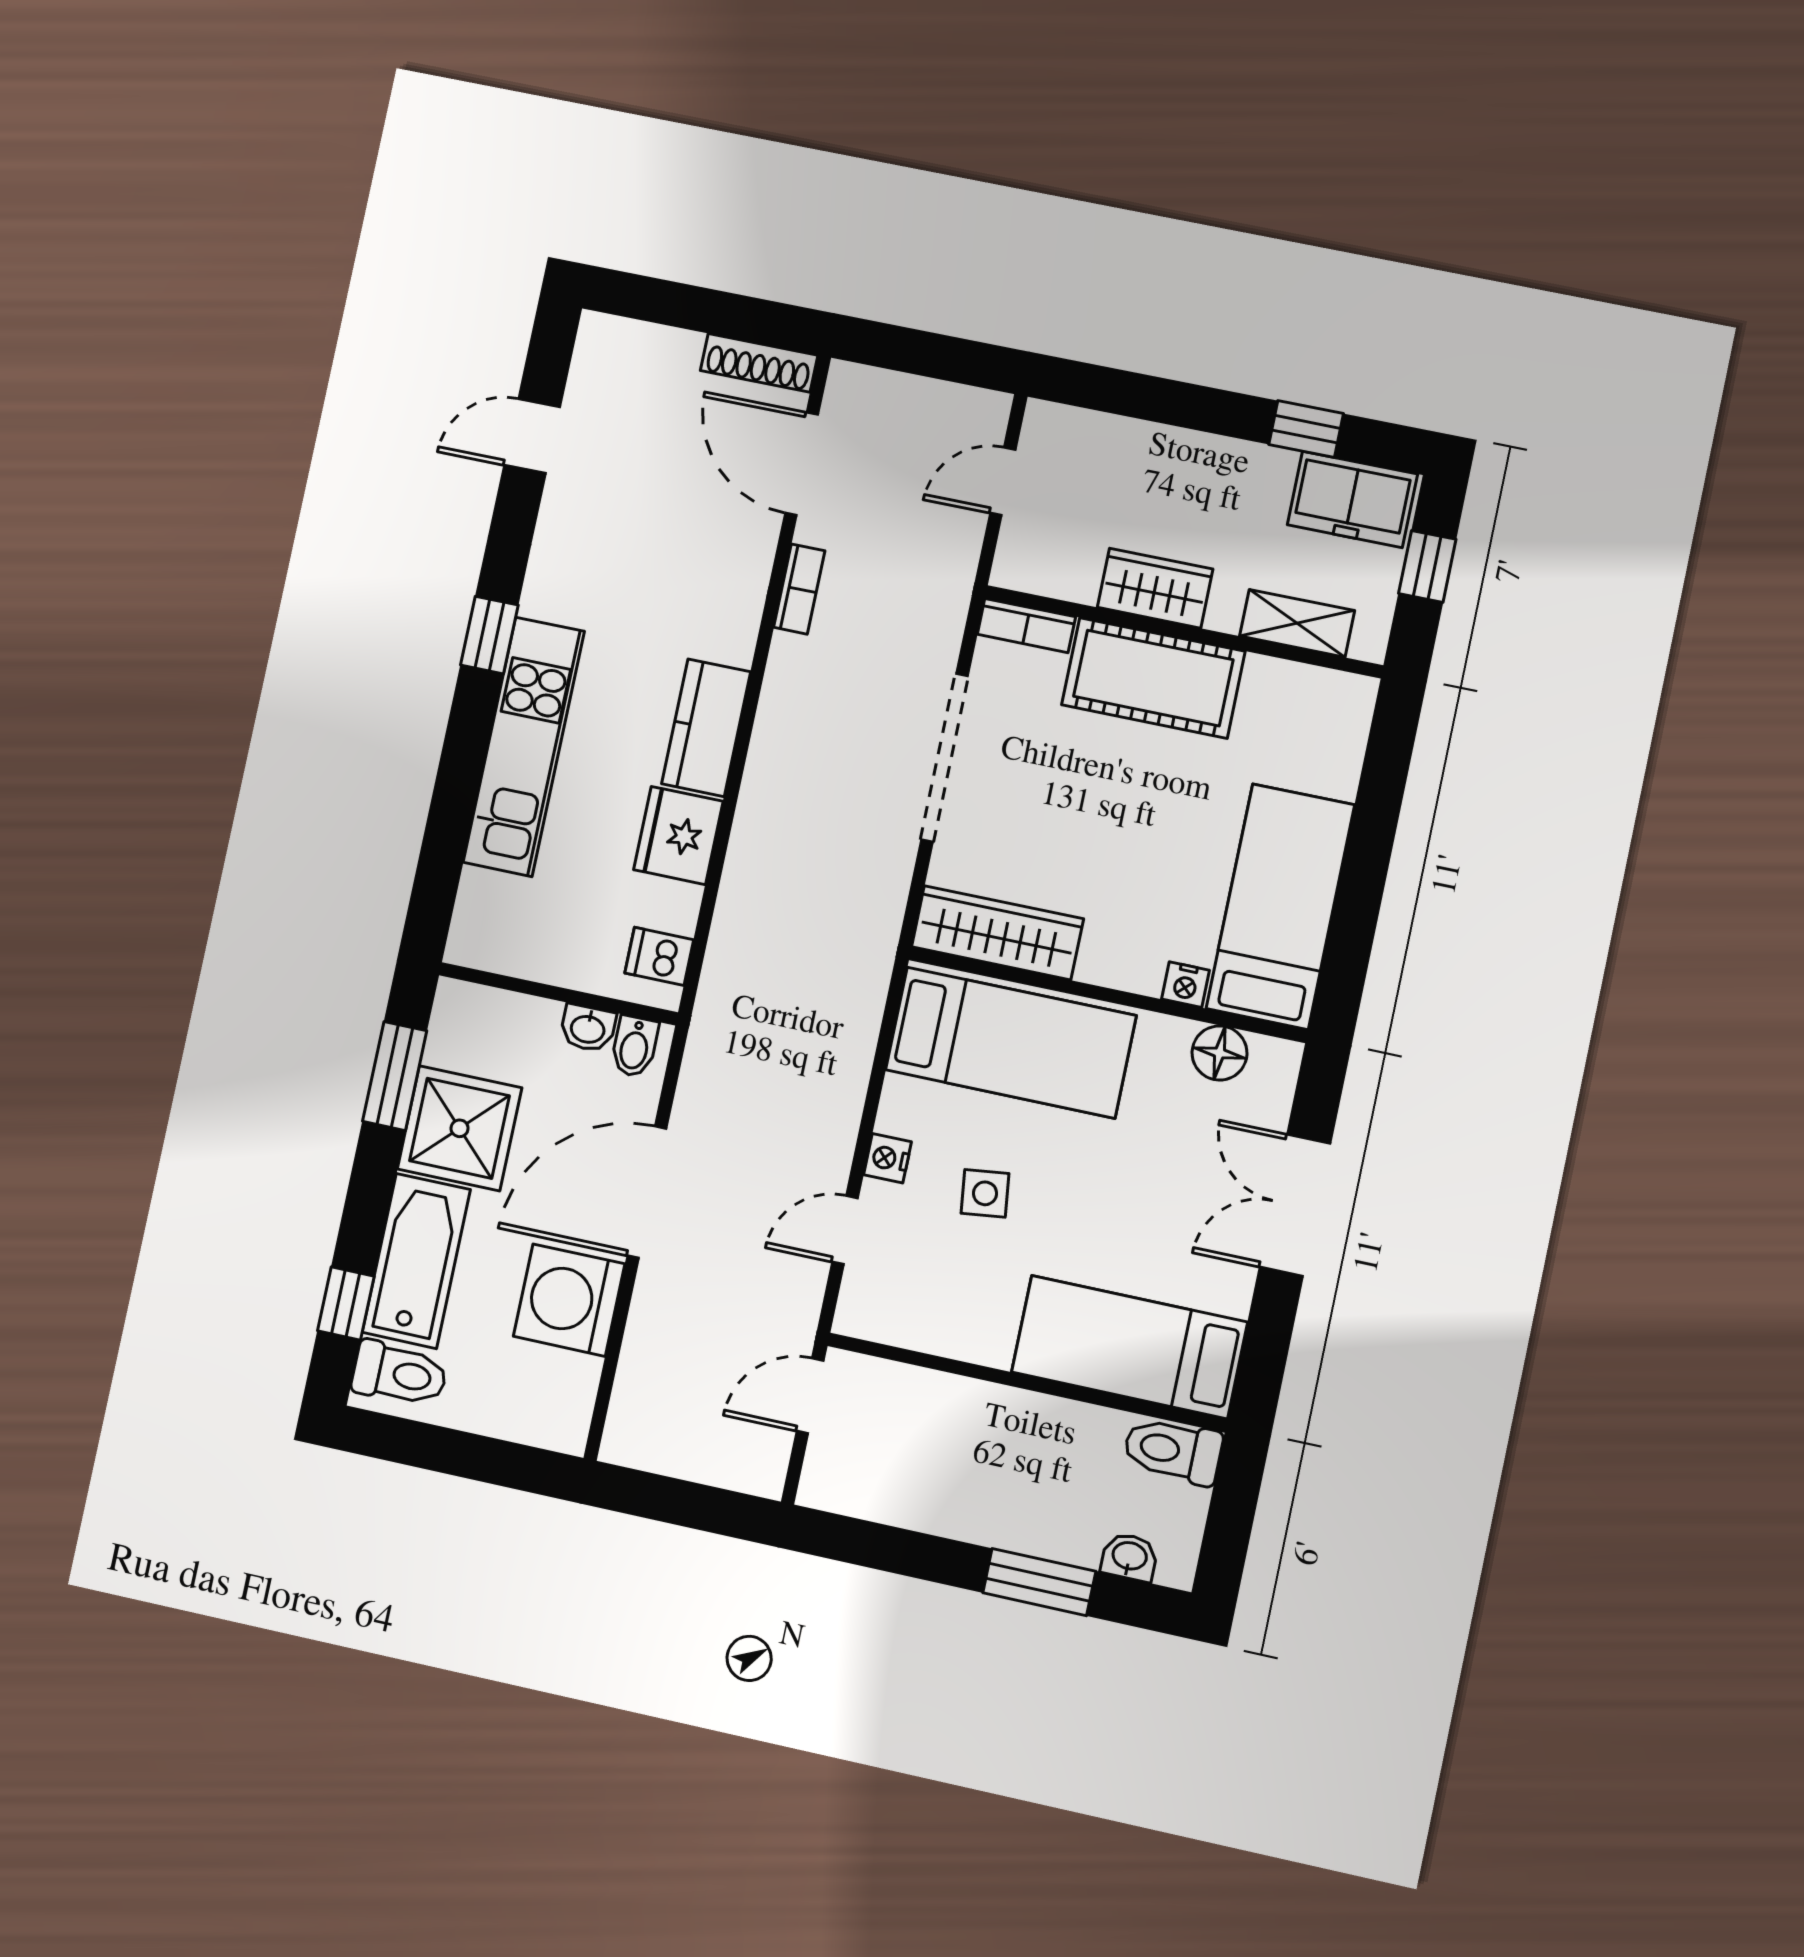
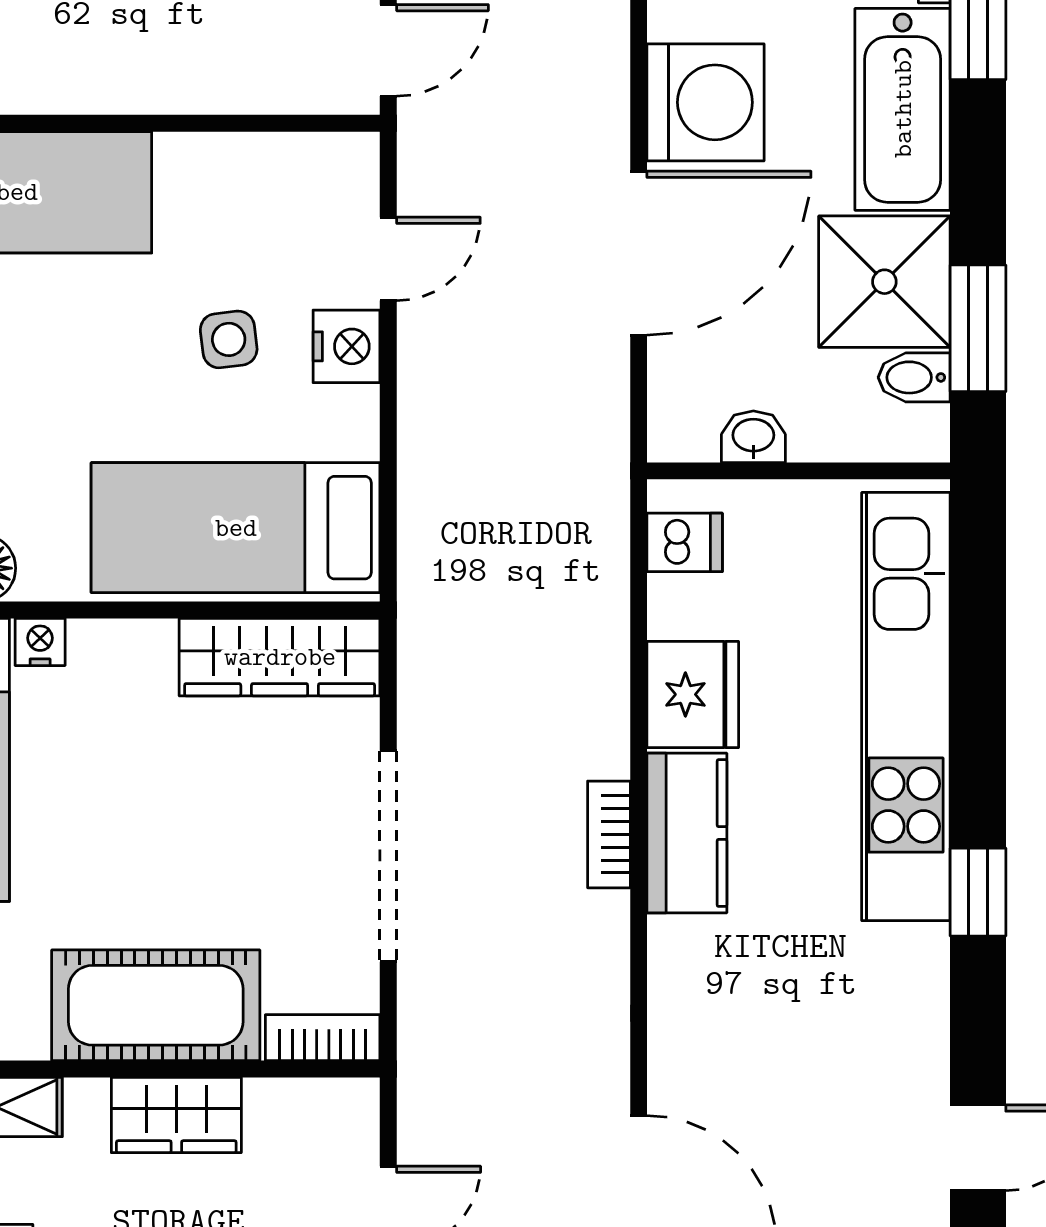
bookcase: (799, 589) -> (609, 834), moved
kitchen unit: (524, 747) -> (906, 707), width x1.36
bidet: (635, 1046) -> (914, 377), moved, turned -90
nightstand: (887, 1158) -> (347, 346), width x1.39, depth x1.35

